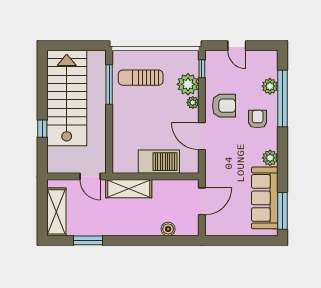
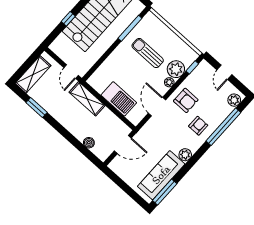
sun lounger: (141, 78) -> (148, 53), moved
plant: (270, 86) -> (234, 100), moved

